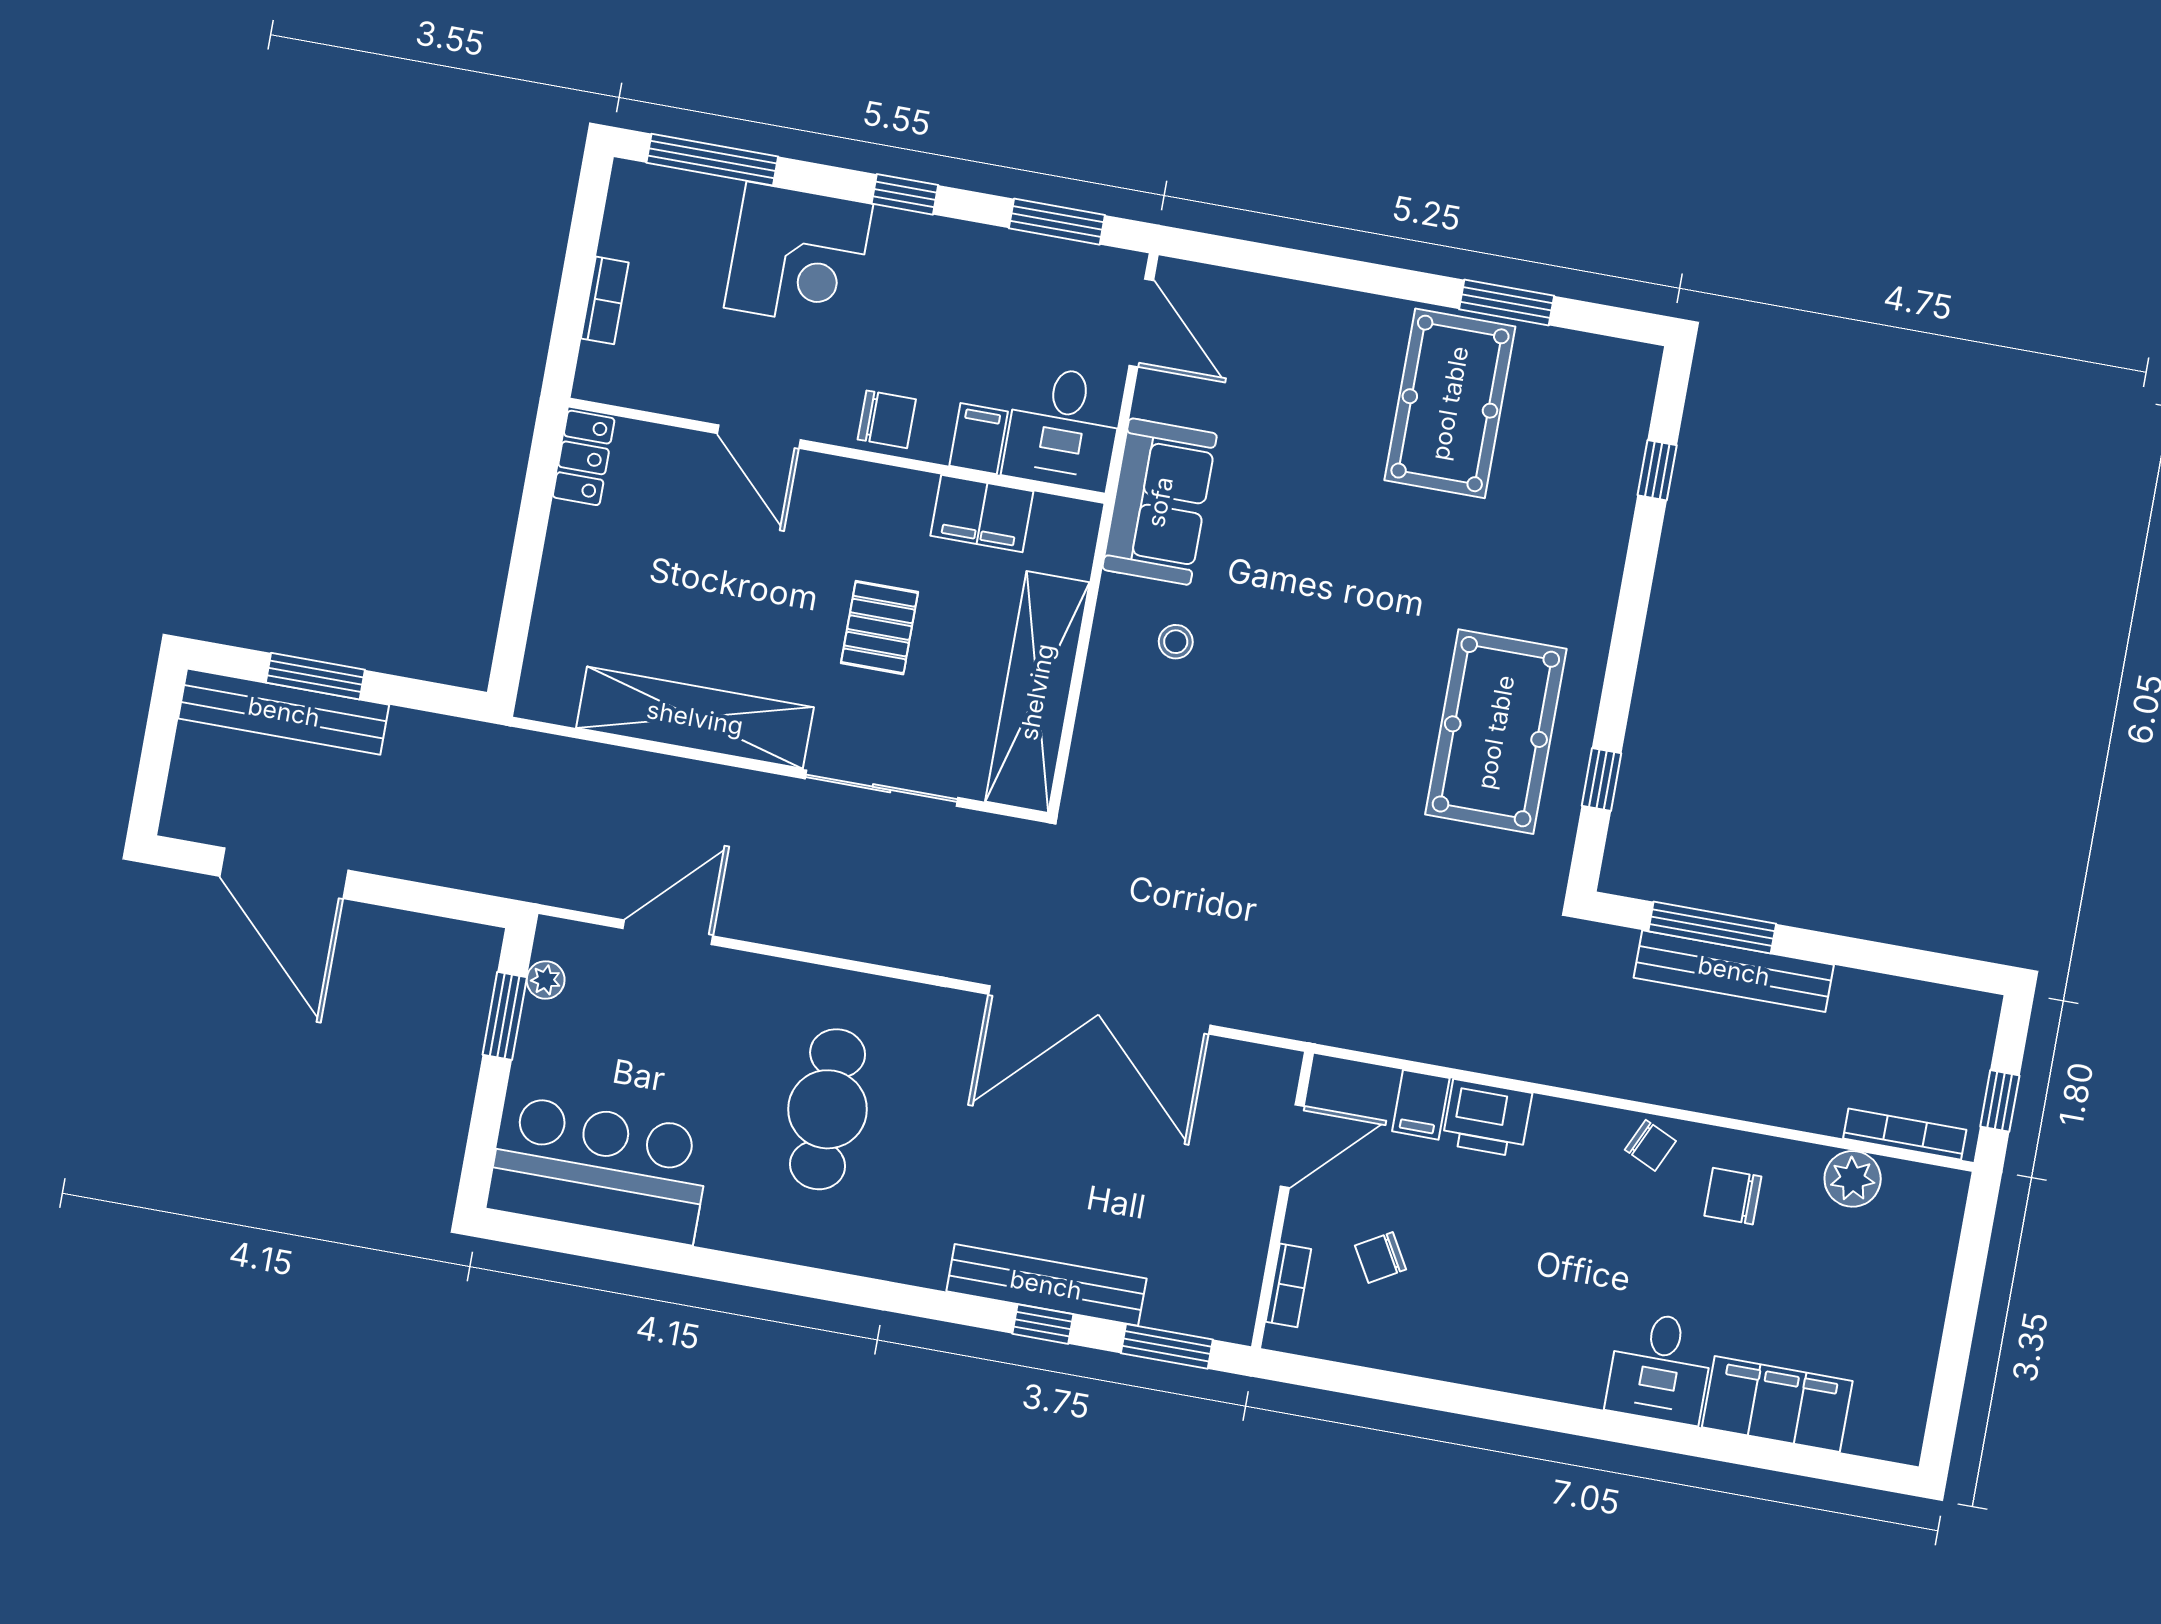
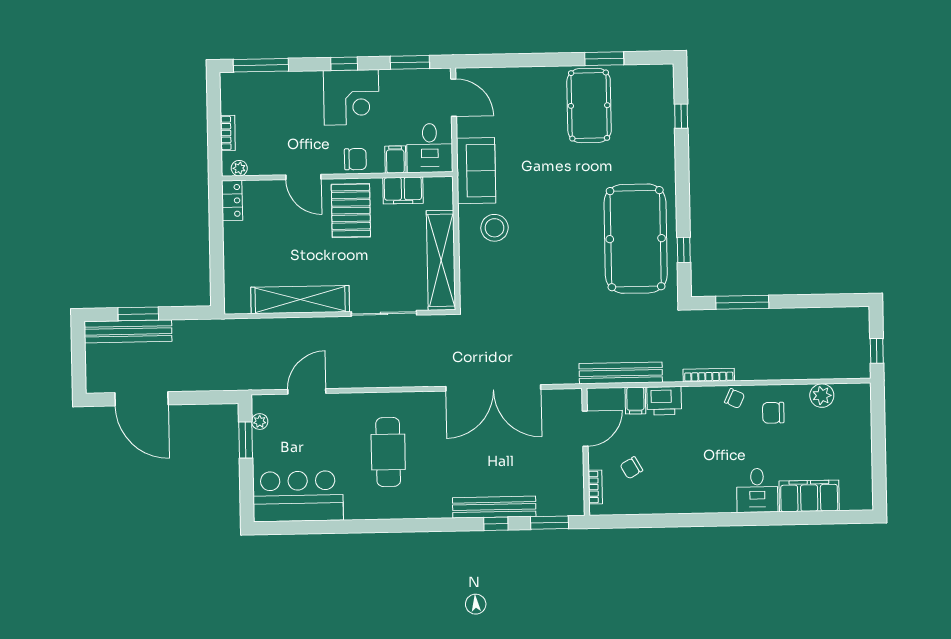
corner desk: (799, 256) -> (351, 97), moved
plant: (615, 387) -> (239, 168), added
pallet: (880, 628) -> (351, 211), moved, width x1.50, depth x1.42
stool: (1176, 642) -> (495, 228), width x1.89, depth x1.89
pool table: (1496, 732) -> (636, 239), width x1.36, depth x1.32
bench: (1734, 971) -> (621, 373), moved
bookcase: (1905, 1134) -> (709, 375), moved

